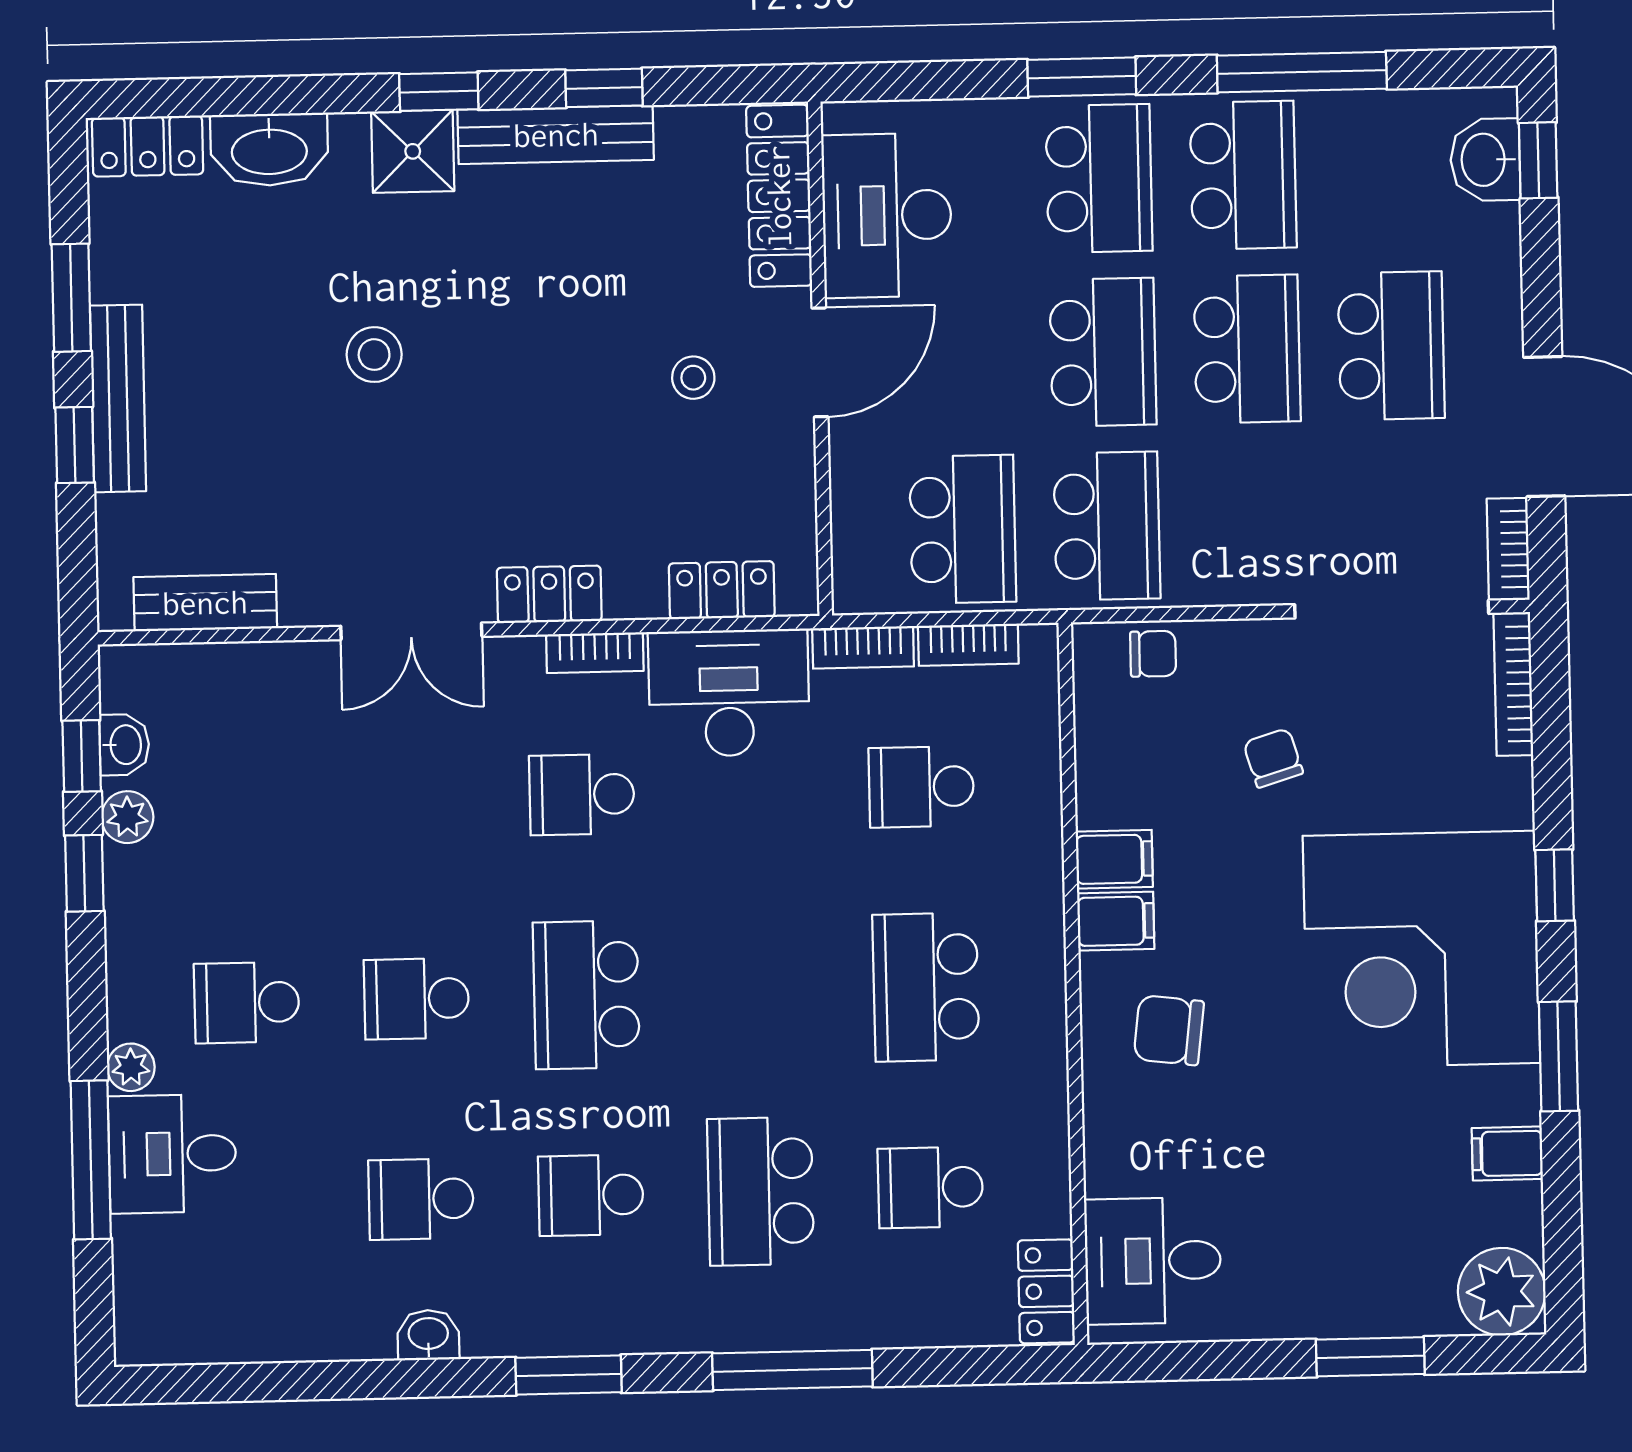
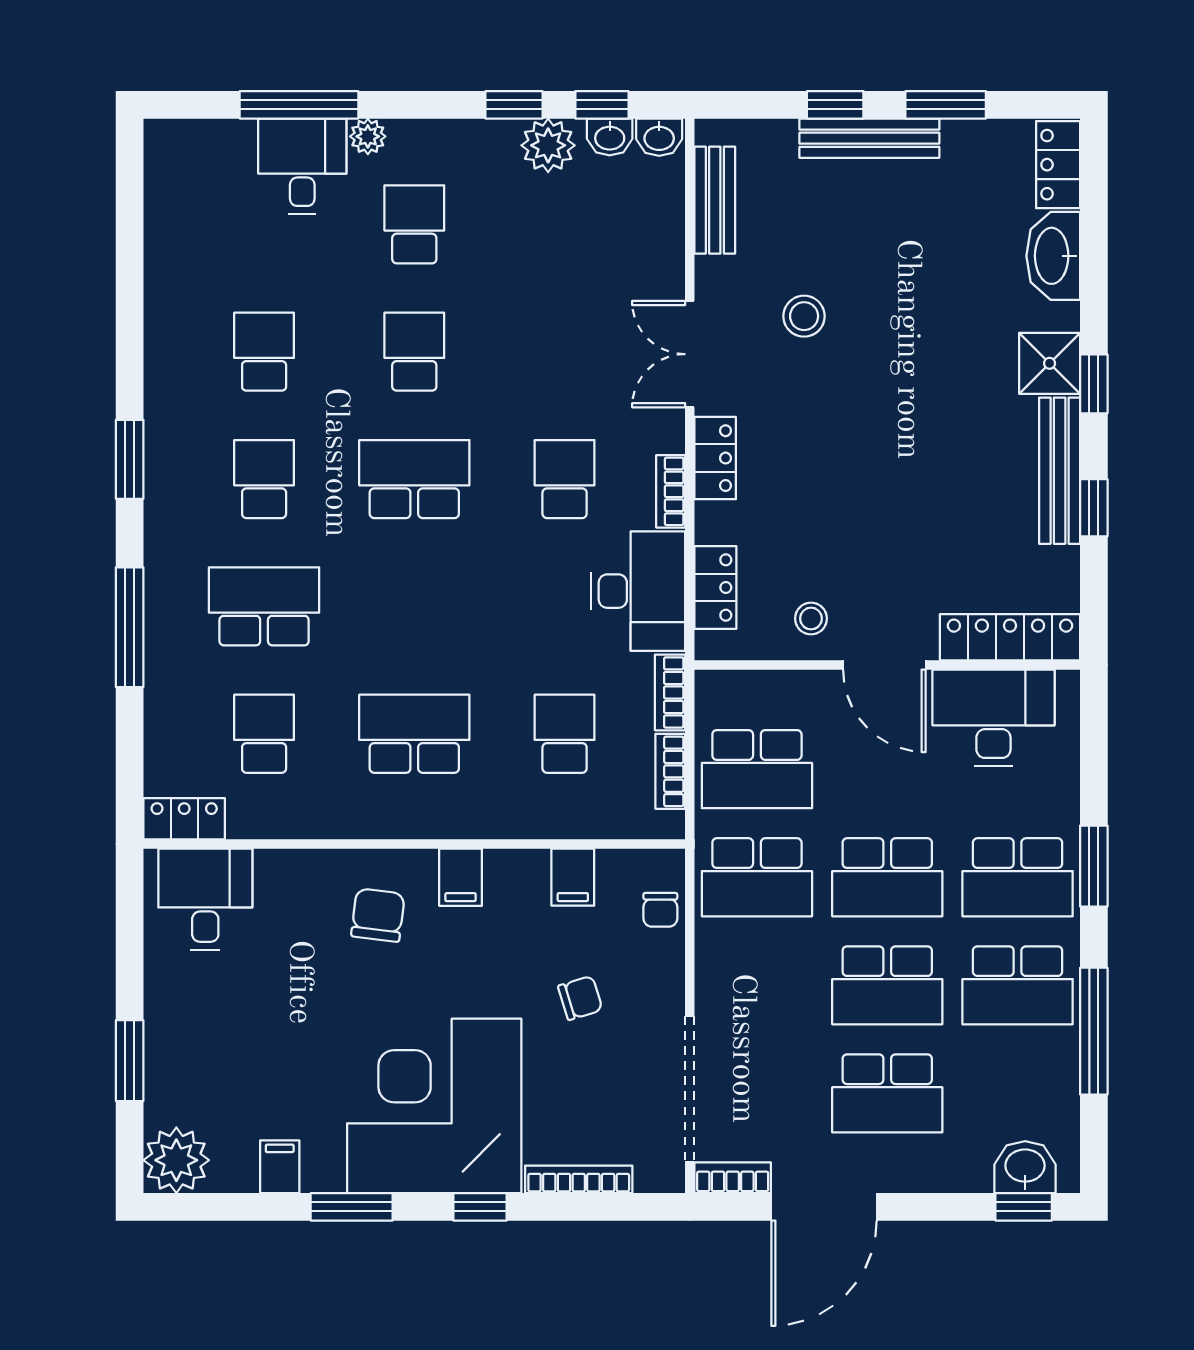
stool: (374, 355) -> (804, 316), moved
stool: (693, 378) -> (811, 619), moved
bookcase: (1513, 684) -> (579, 1179), moved
plant: (127, 817) -> (548, 145), width x1.38, depth x1.38
filing cabinet: (1114, 859) -> (573, 877), moved
washbasin: (428, 1335) -> (659, 137), moved, turned 90

